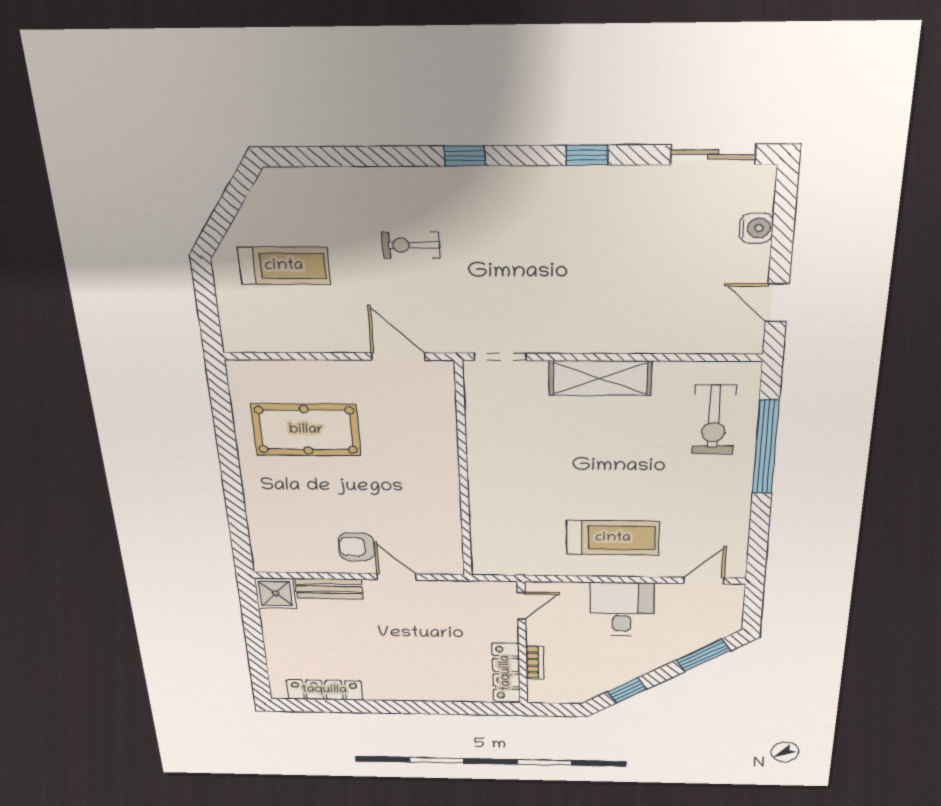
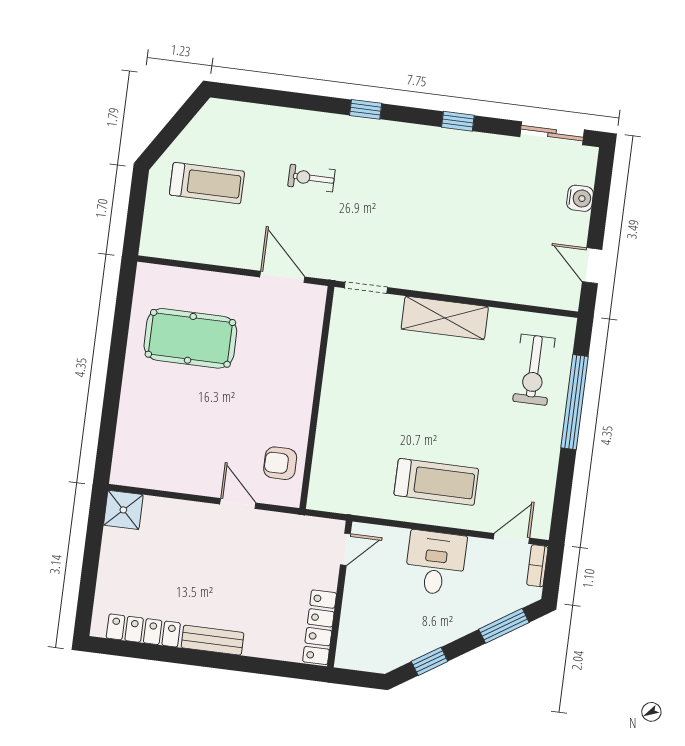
armchair: (356, 547) -> (280, 463), moved
bench: (329, 589) -> (212, 640), moved
bookcase: (535, 662) -> (537, 566), moved, turned 180

